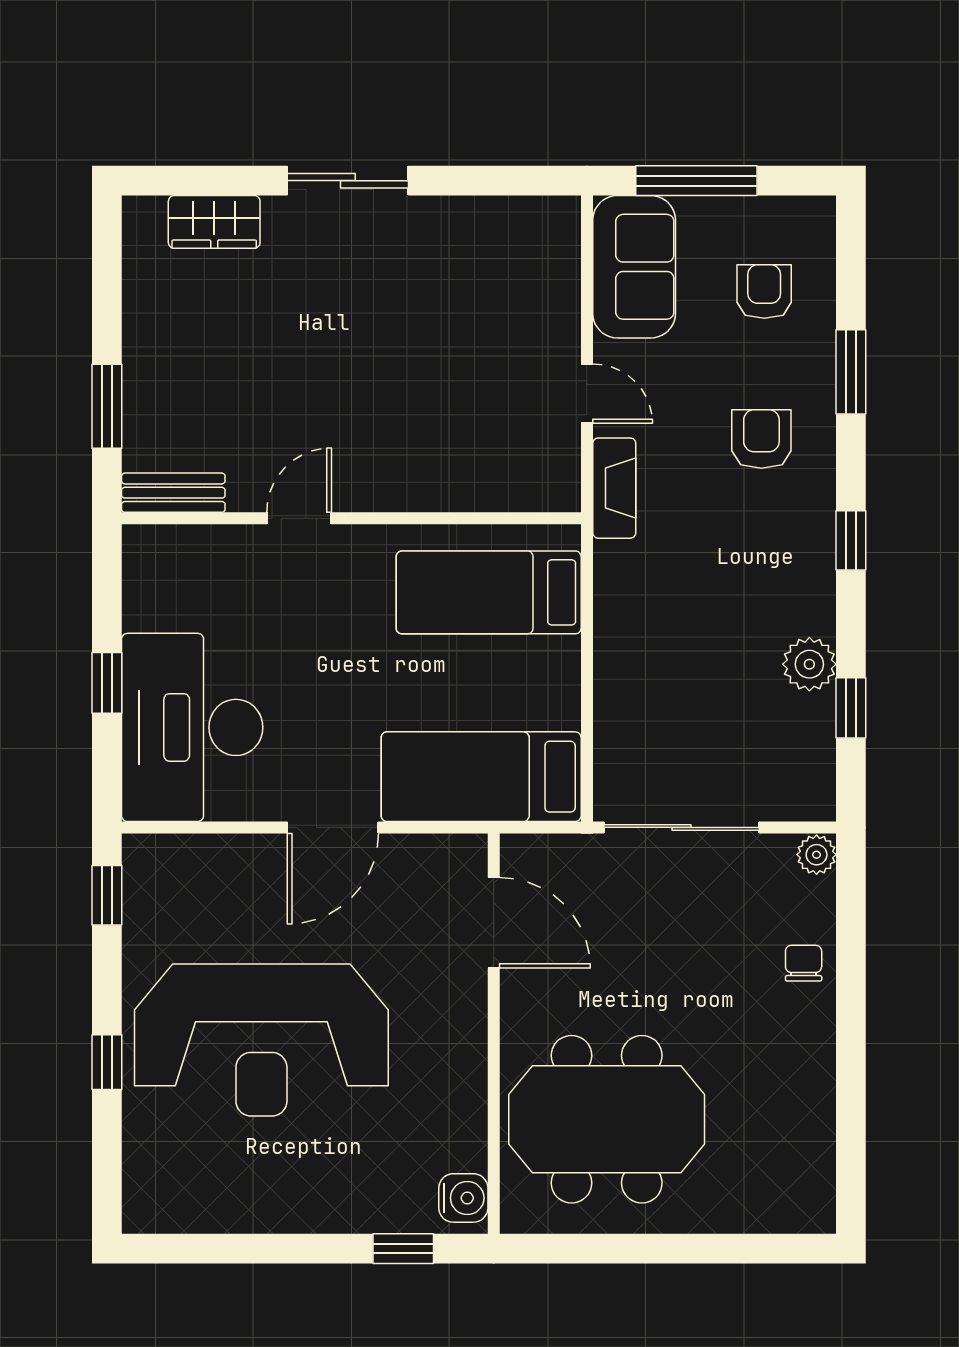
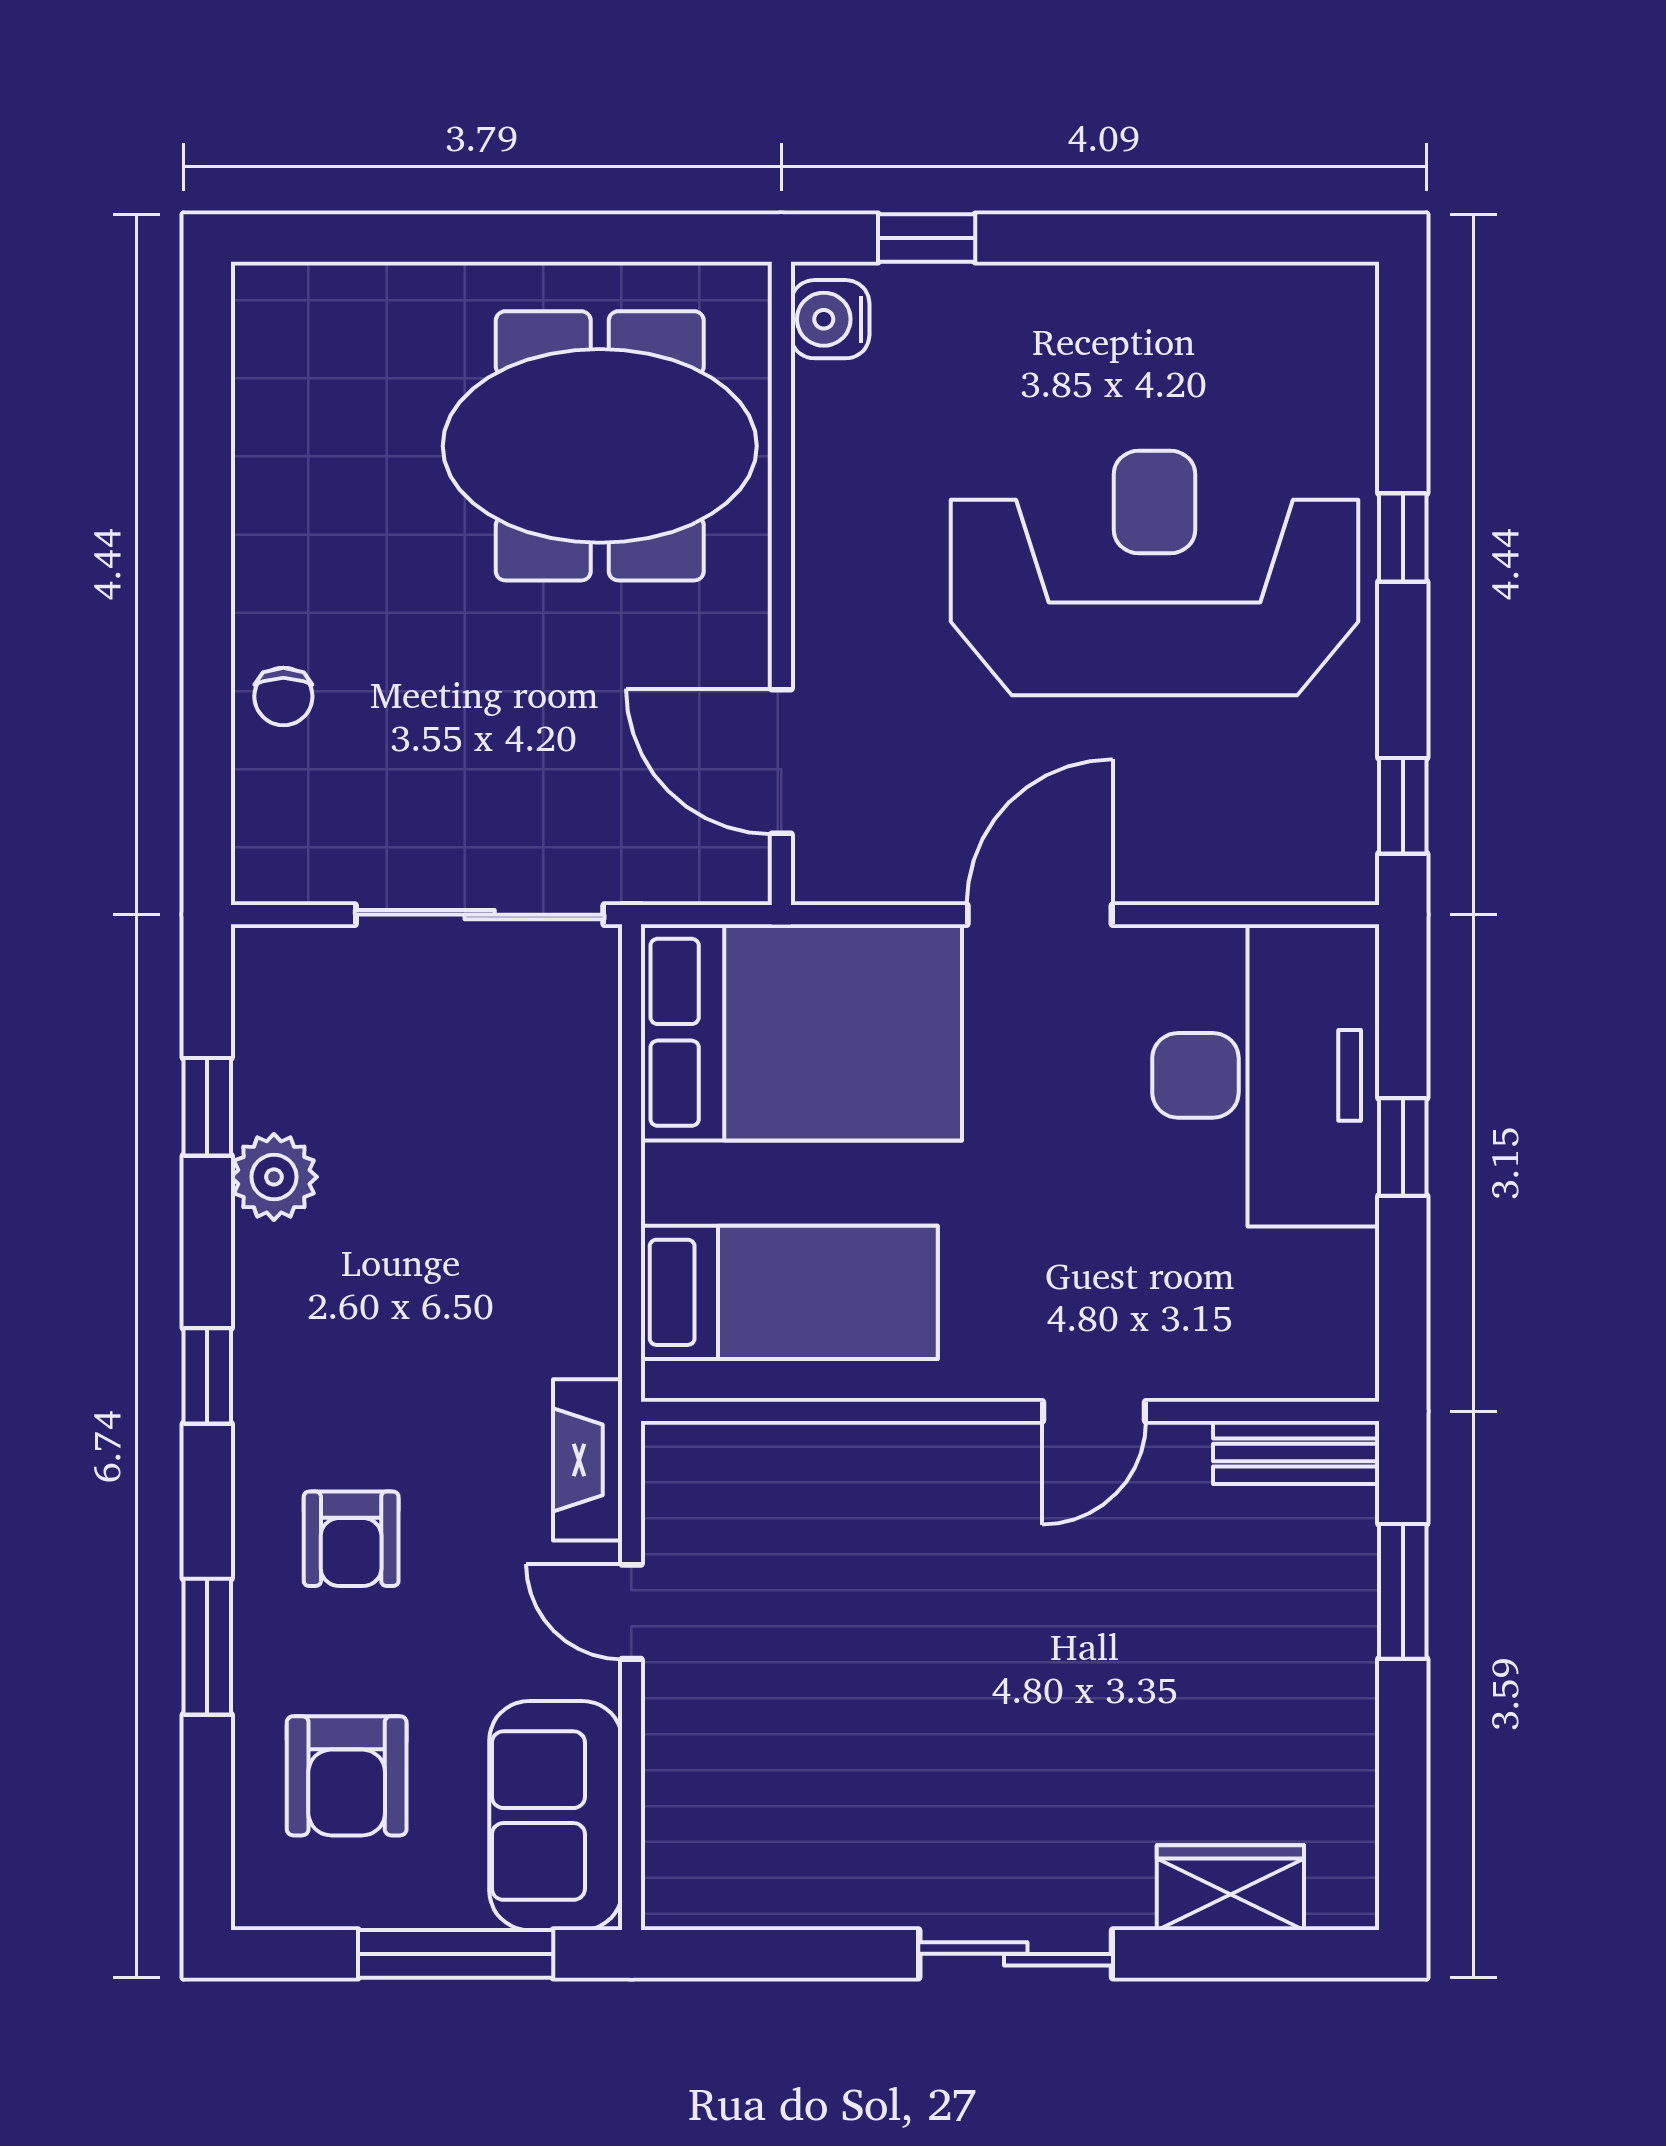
armchair: (764, 292) -> (347, 1776), width x1.38, depth x1.38
bed: (481, 777) -> (801, 1032), width x1.50
plant: (817, 855) -> (263, 871), removed

